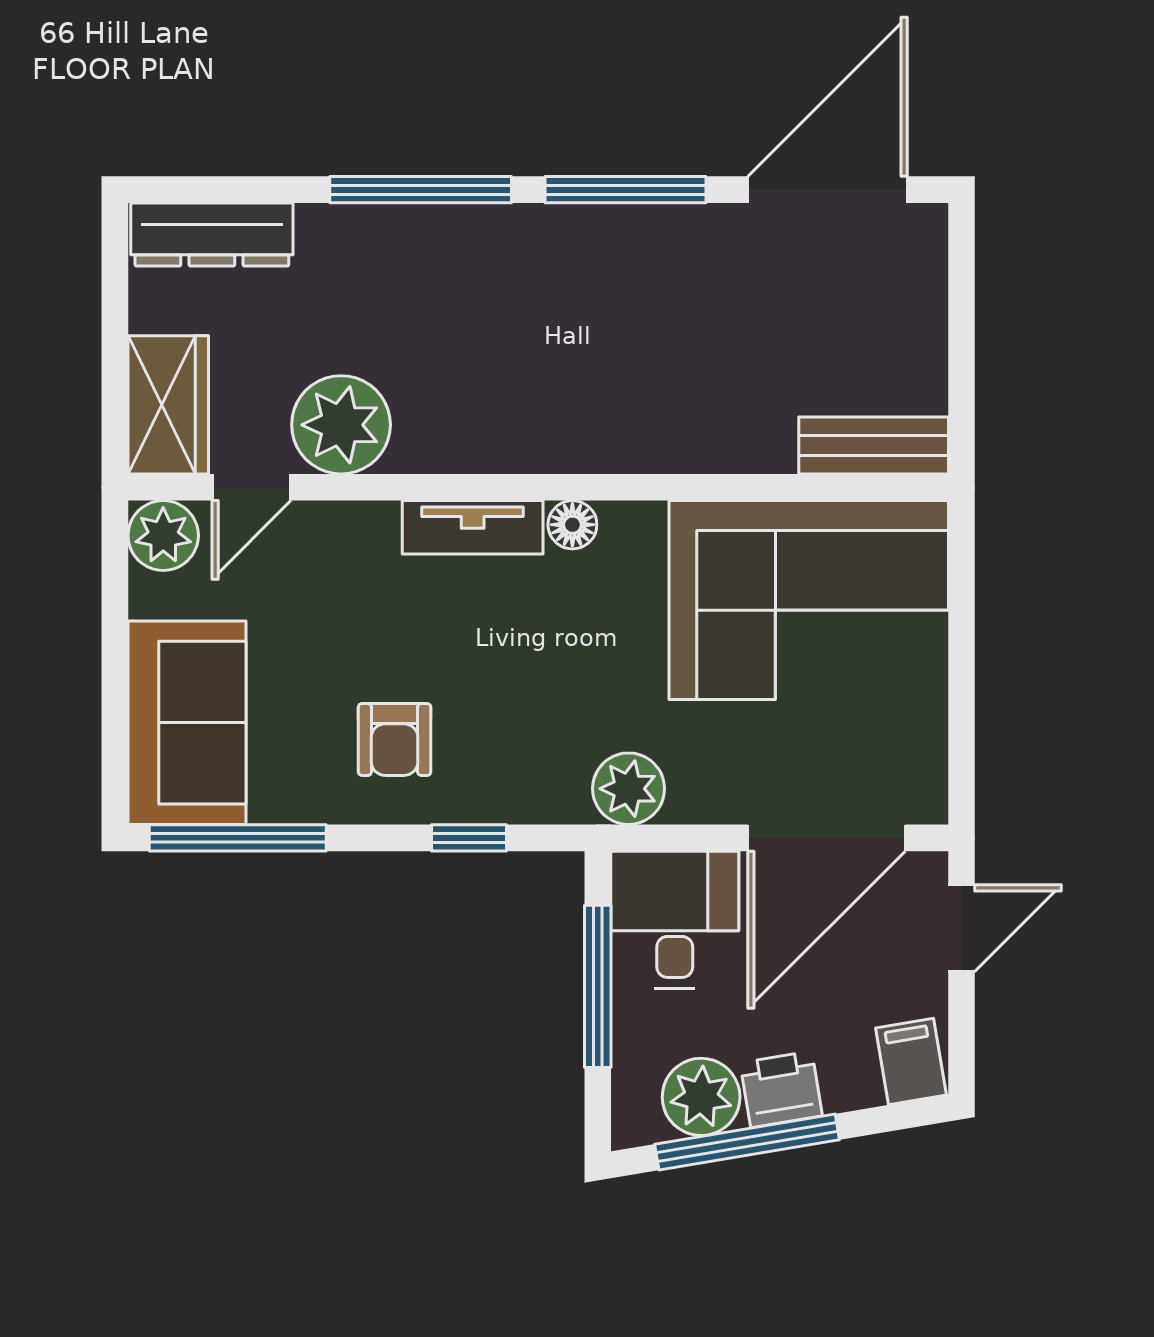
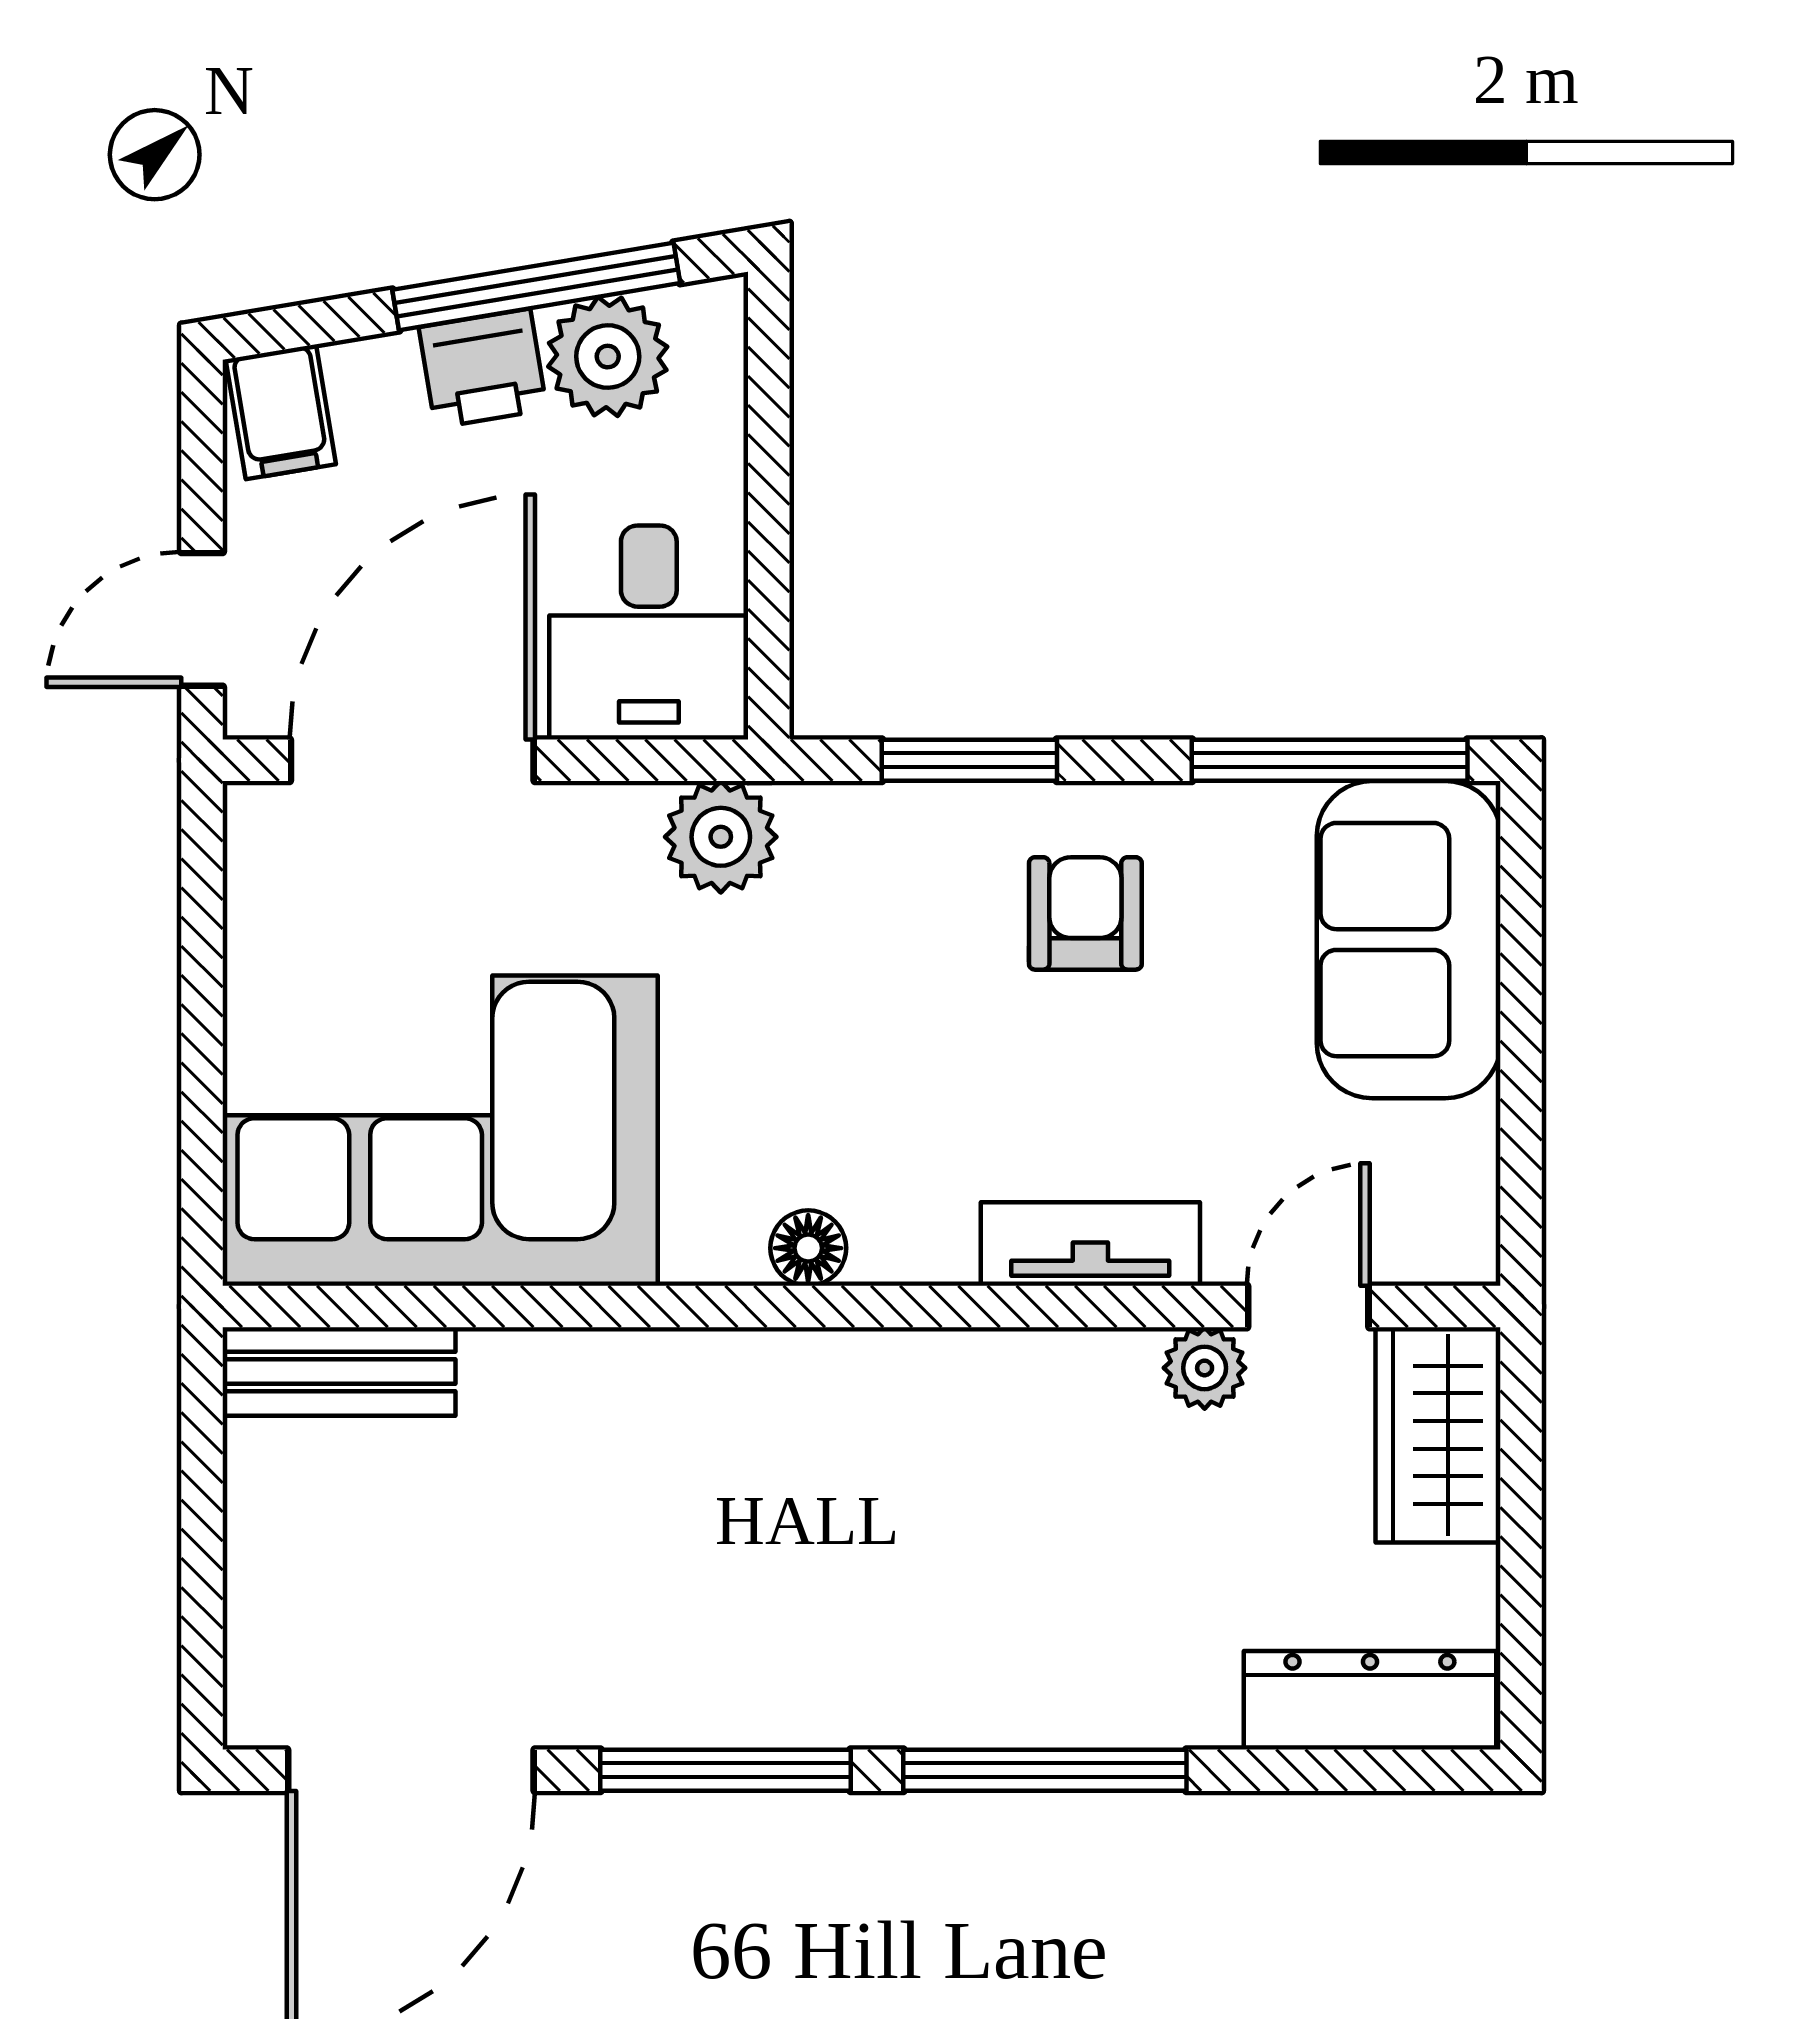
plant: (341, 425) -> (1205, 1368), width x0.53, depth x0.53
tv unit: (473, 527) -> (1090, 1244), moved
plant: (163, 536) -> (1446, 1231), removed
window: (469, 838) -> (969, 760), width x1.50
window: (598, 986) -> (769, 529), removed

